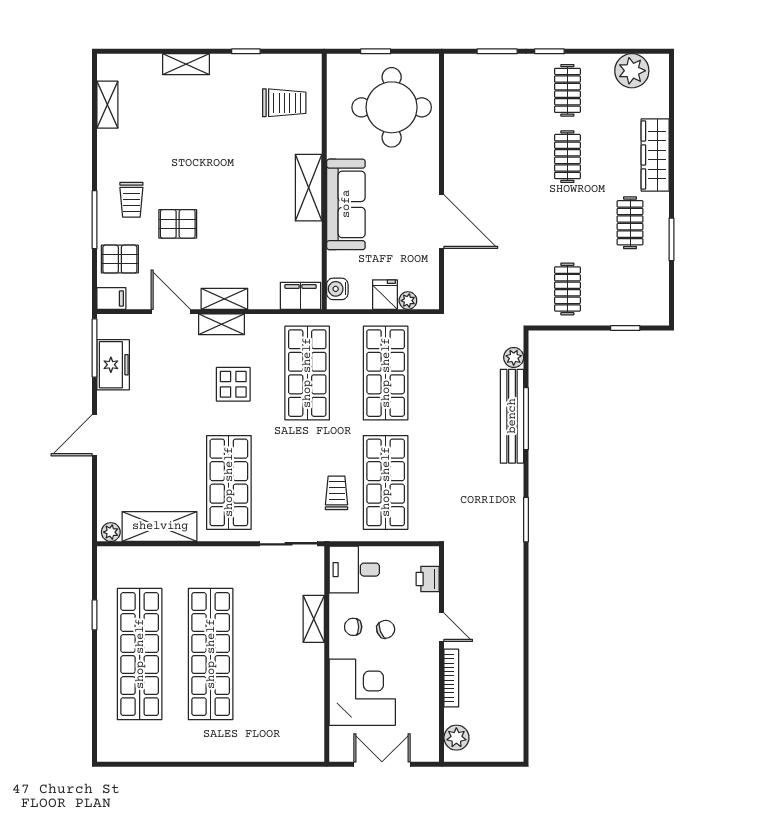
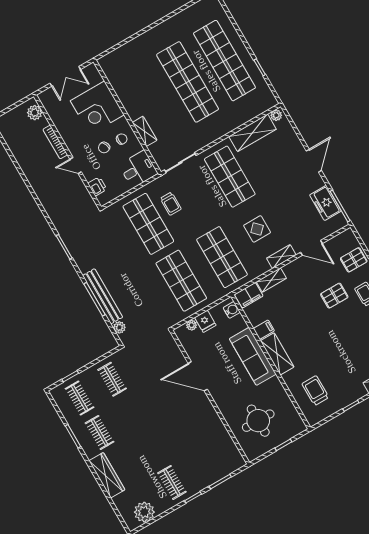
trolley: (284, 103) -> (315, 391), turned 90
round table: (392, 107) -> (258, 421), width x0.73, depth x0.73
clothes rail: (567, 157) -> (80, 398), moved
filing cabinet: (111, 298) -> (264, 330), moved, turned 180
shelving: (224, 299) -> (271, 280), moved

